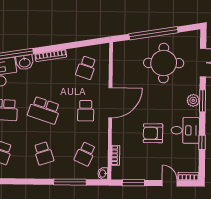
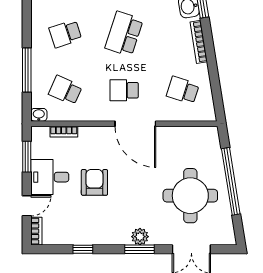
desk: (185, 130) -> (50, 177), moved, turned 90

